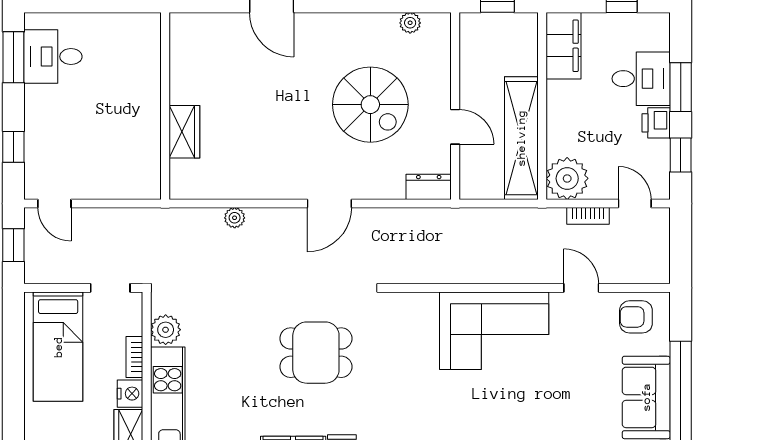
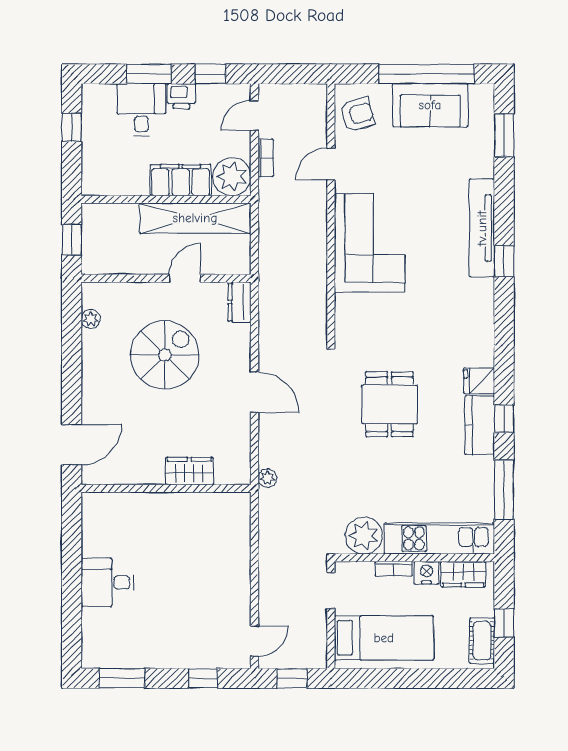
filing cabinet: (563, 46) -> (181, 180), moved
desk: (53, 57) -> (108, 582), moved, turned 90
wall: (165, 106) -> (166, 488), moved
wardrobe: (184, 132) -> (189, 471), moved
armchair: (636, 317) -> (357, 114), turned -106
plant: (166, 330) -> (364, 536), width x1.36, depth x1.36

